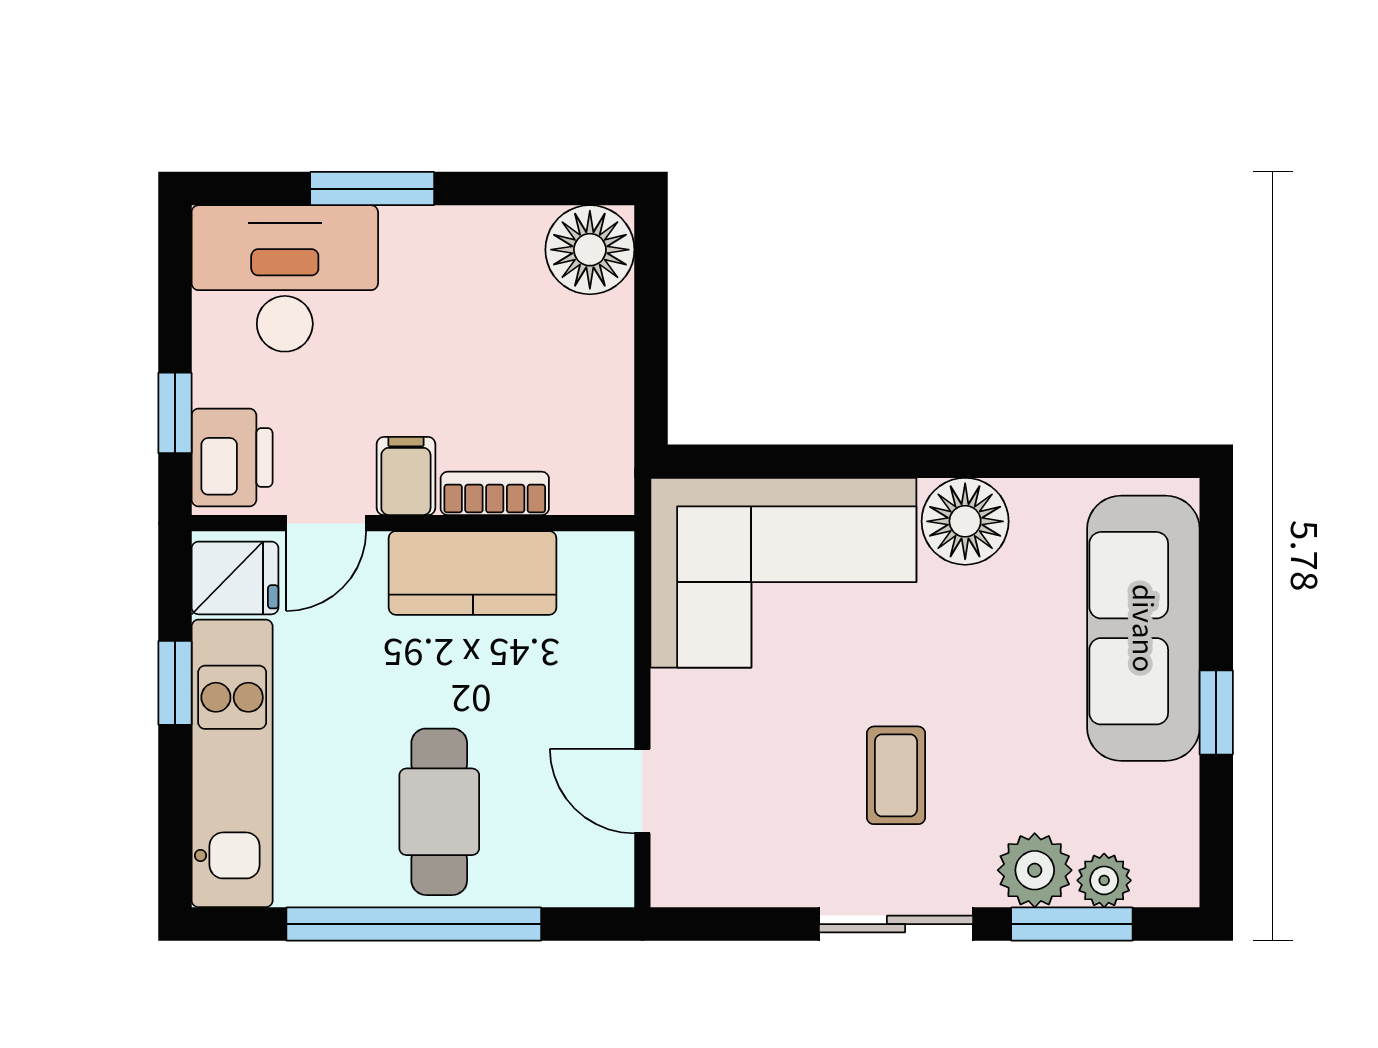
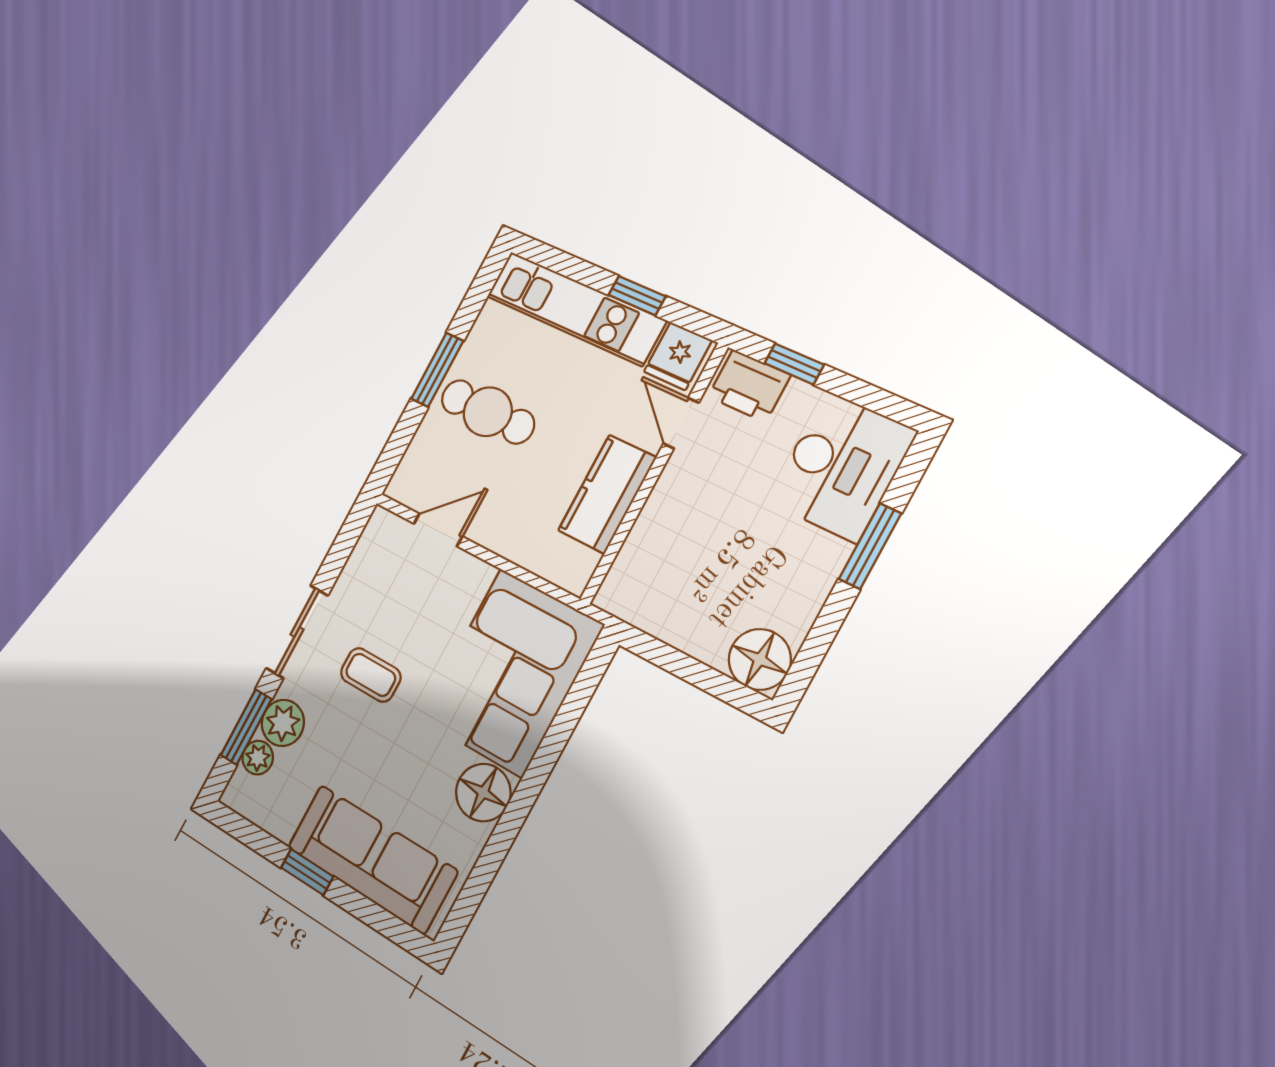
filing cabinet: (406, 476) -> (683, 483), removed
bookcase: (495, 493) -> (645, 529), removed
window: (414, 924) -> (437, 370), width x0.47

